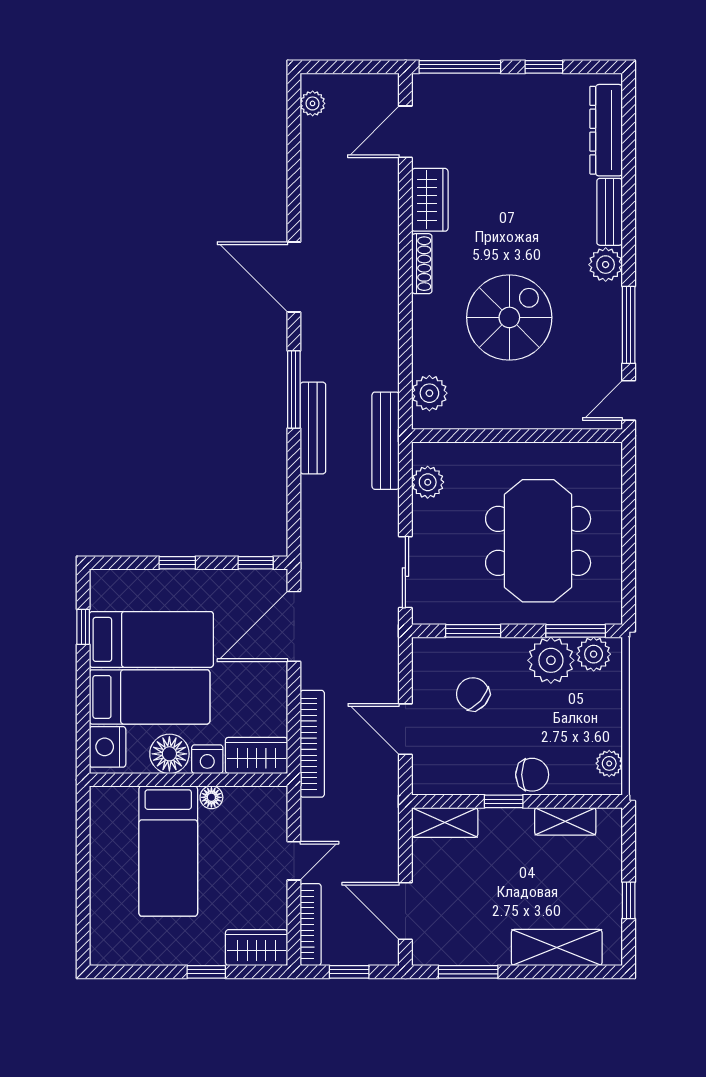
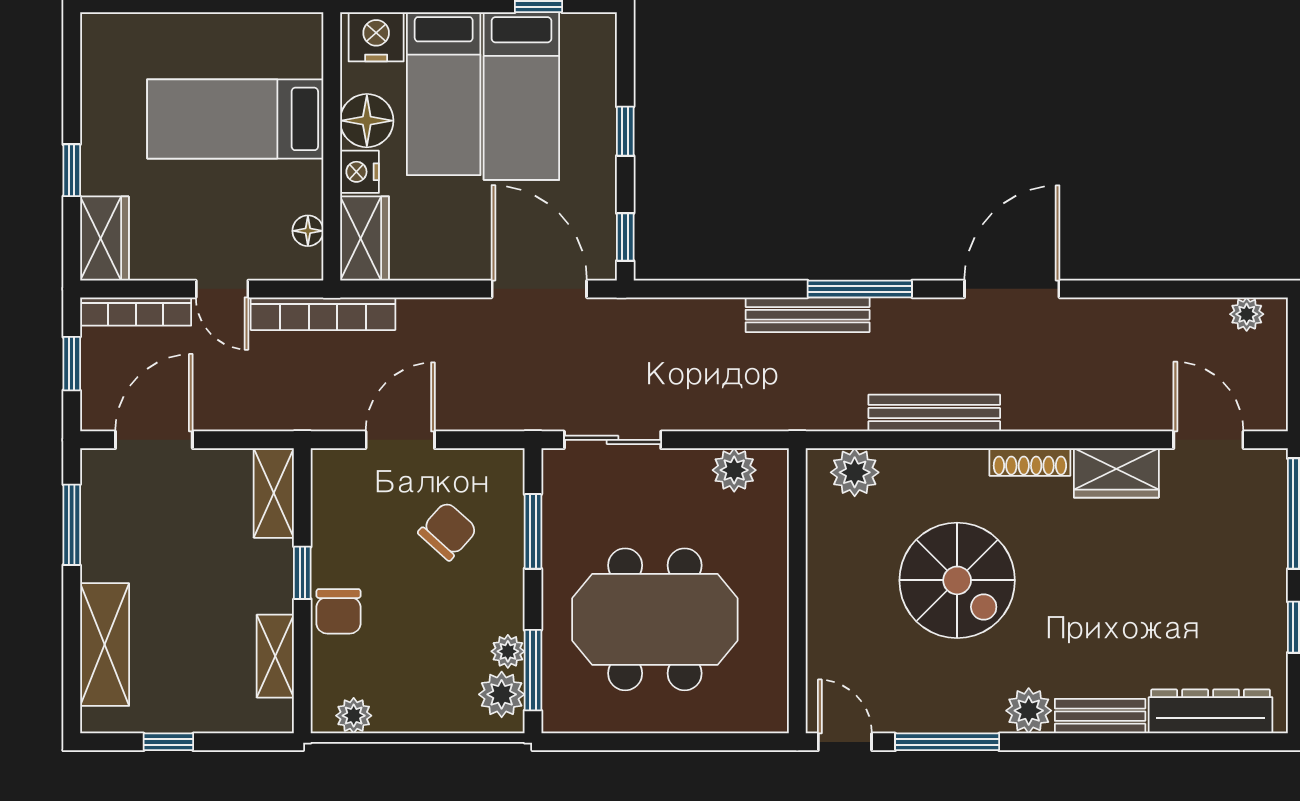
bench: (386, 441) -> (934, 413), moved
plant: (551, 660) -> (508, 651), width x0.53, depth x0.53
bookcase: (312, 744) -> (323, 314), moved
floor lamp: (211, 797) -> (308, 231), moved

